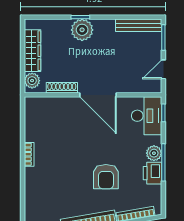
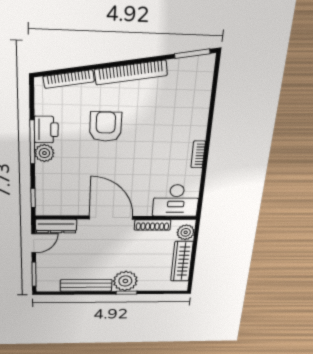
bench: (139, 25) -> (86, 285), moved
dresser: (144, 86) -> (56, 226), added
desk: (147, 116) -> (176, 201), moved, turned -90

